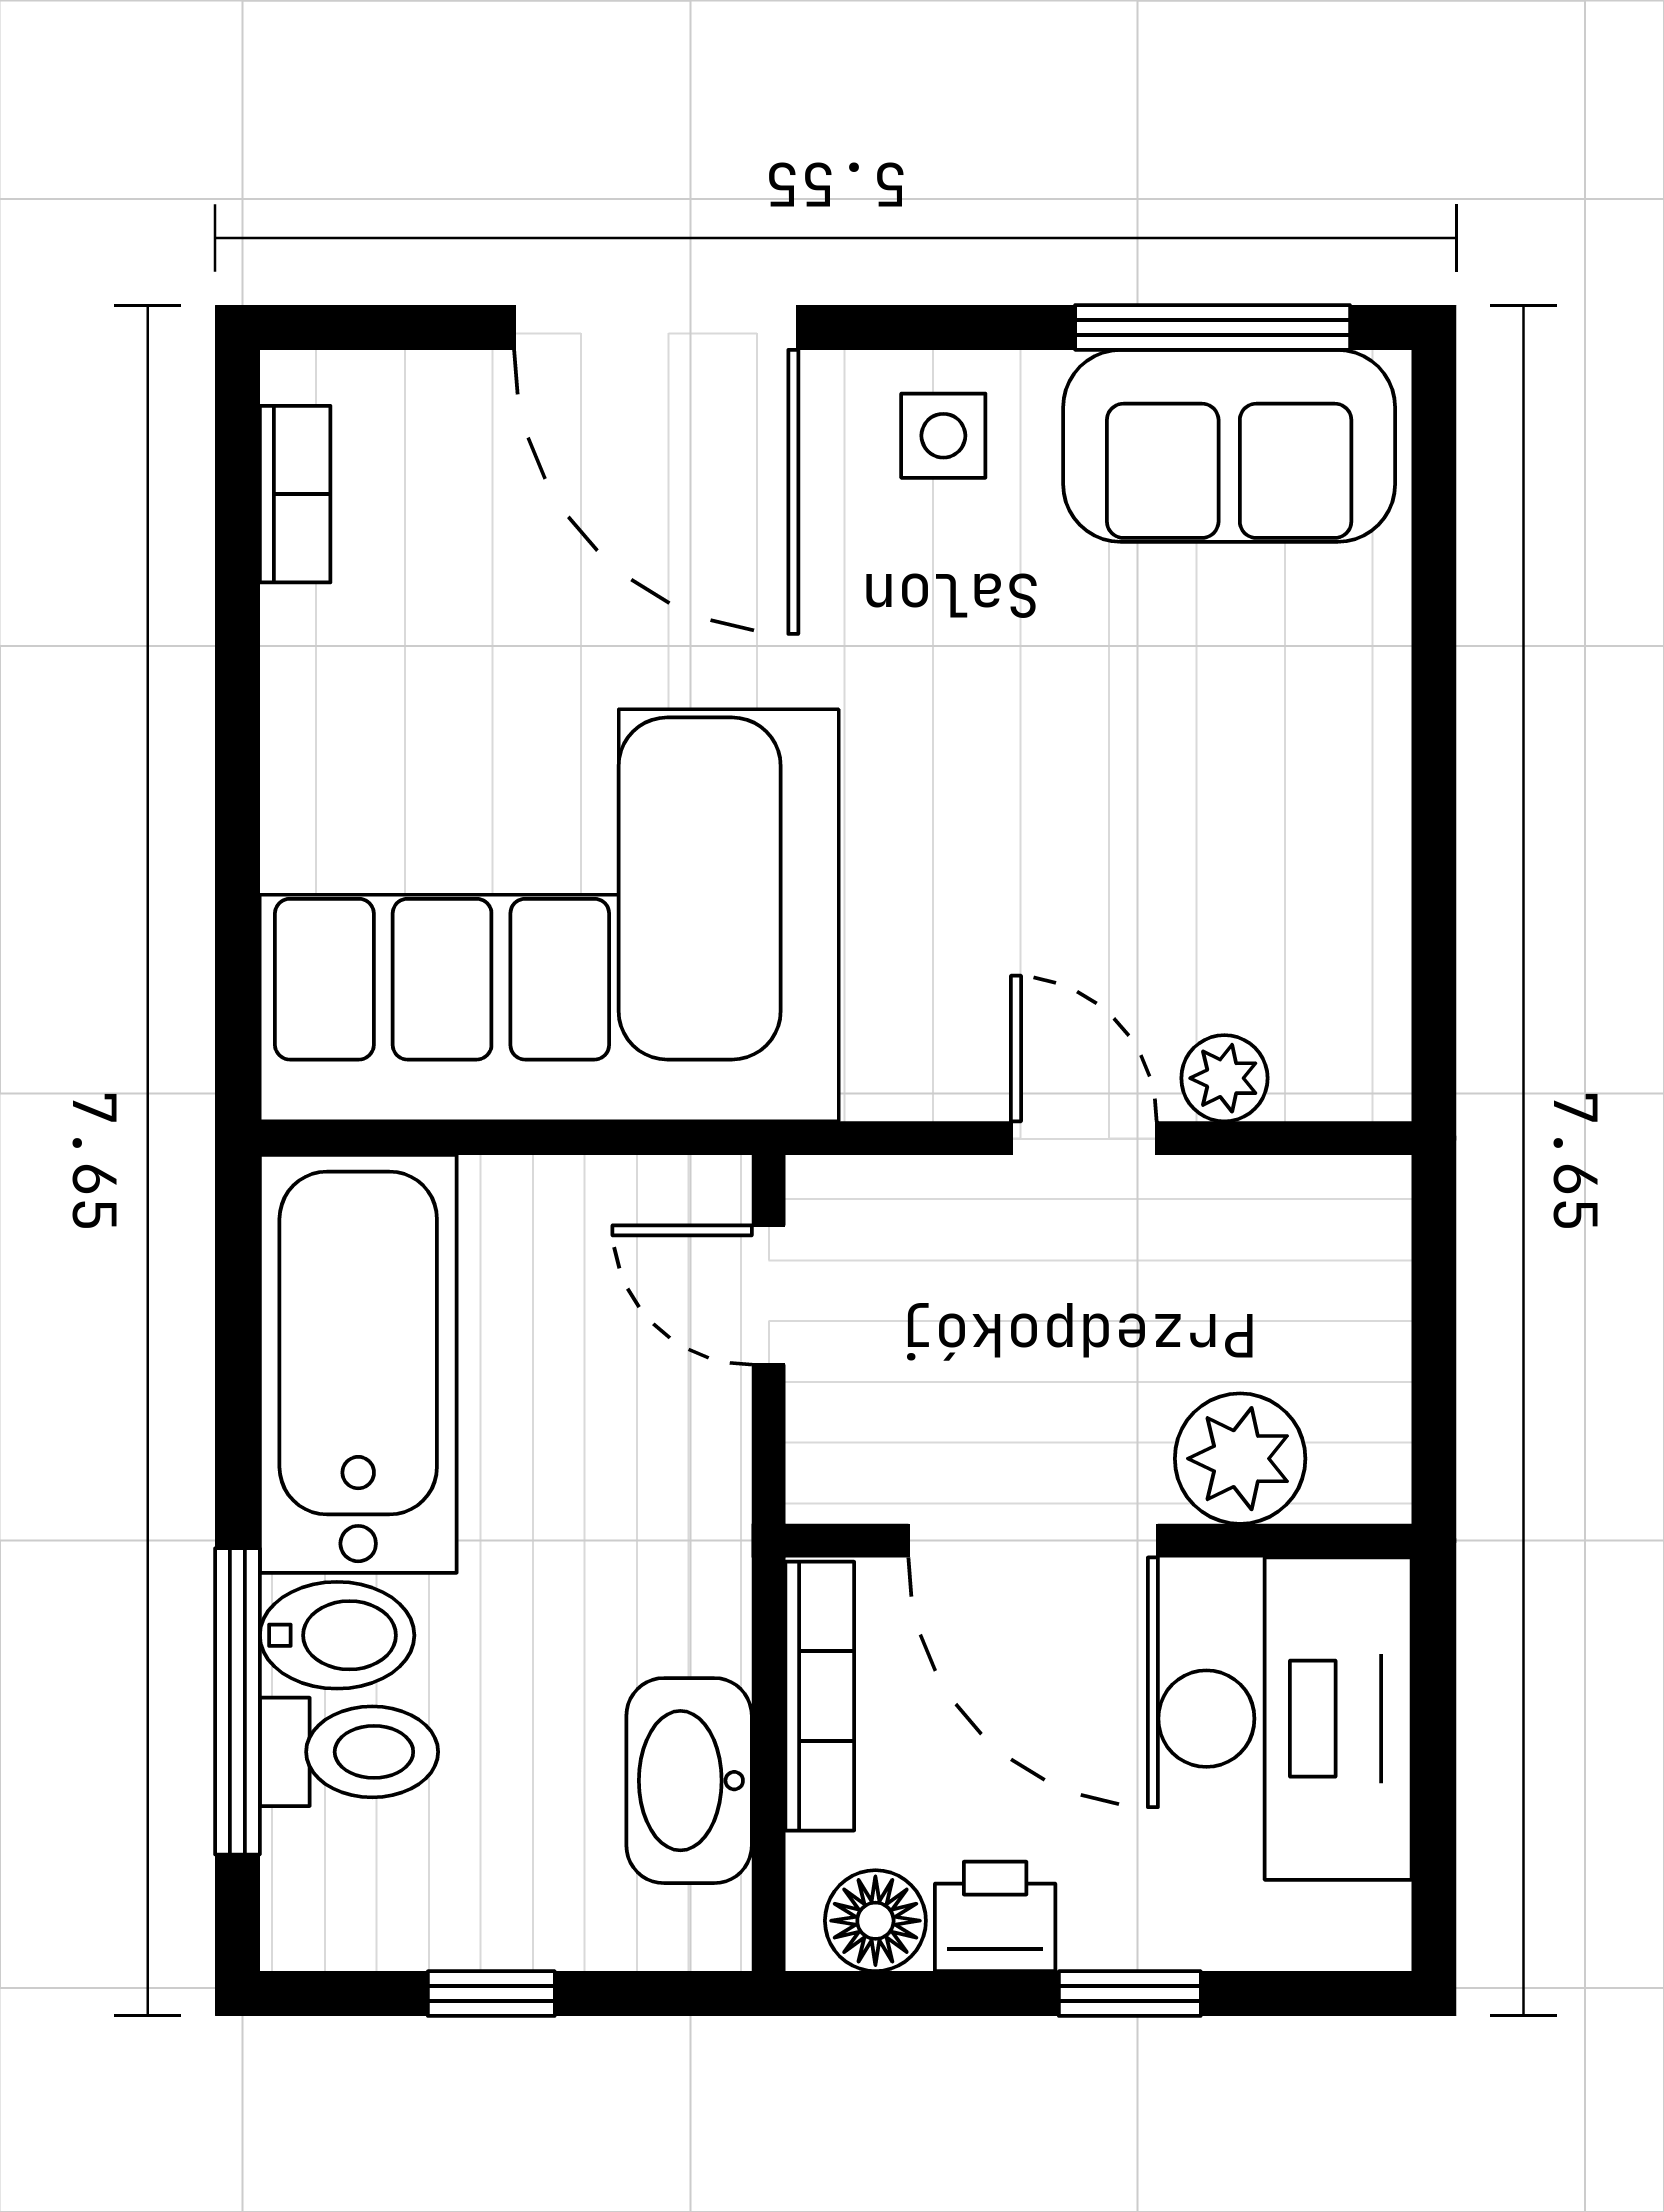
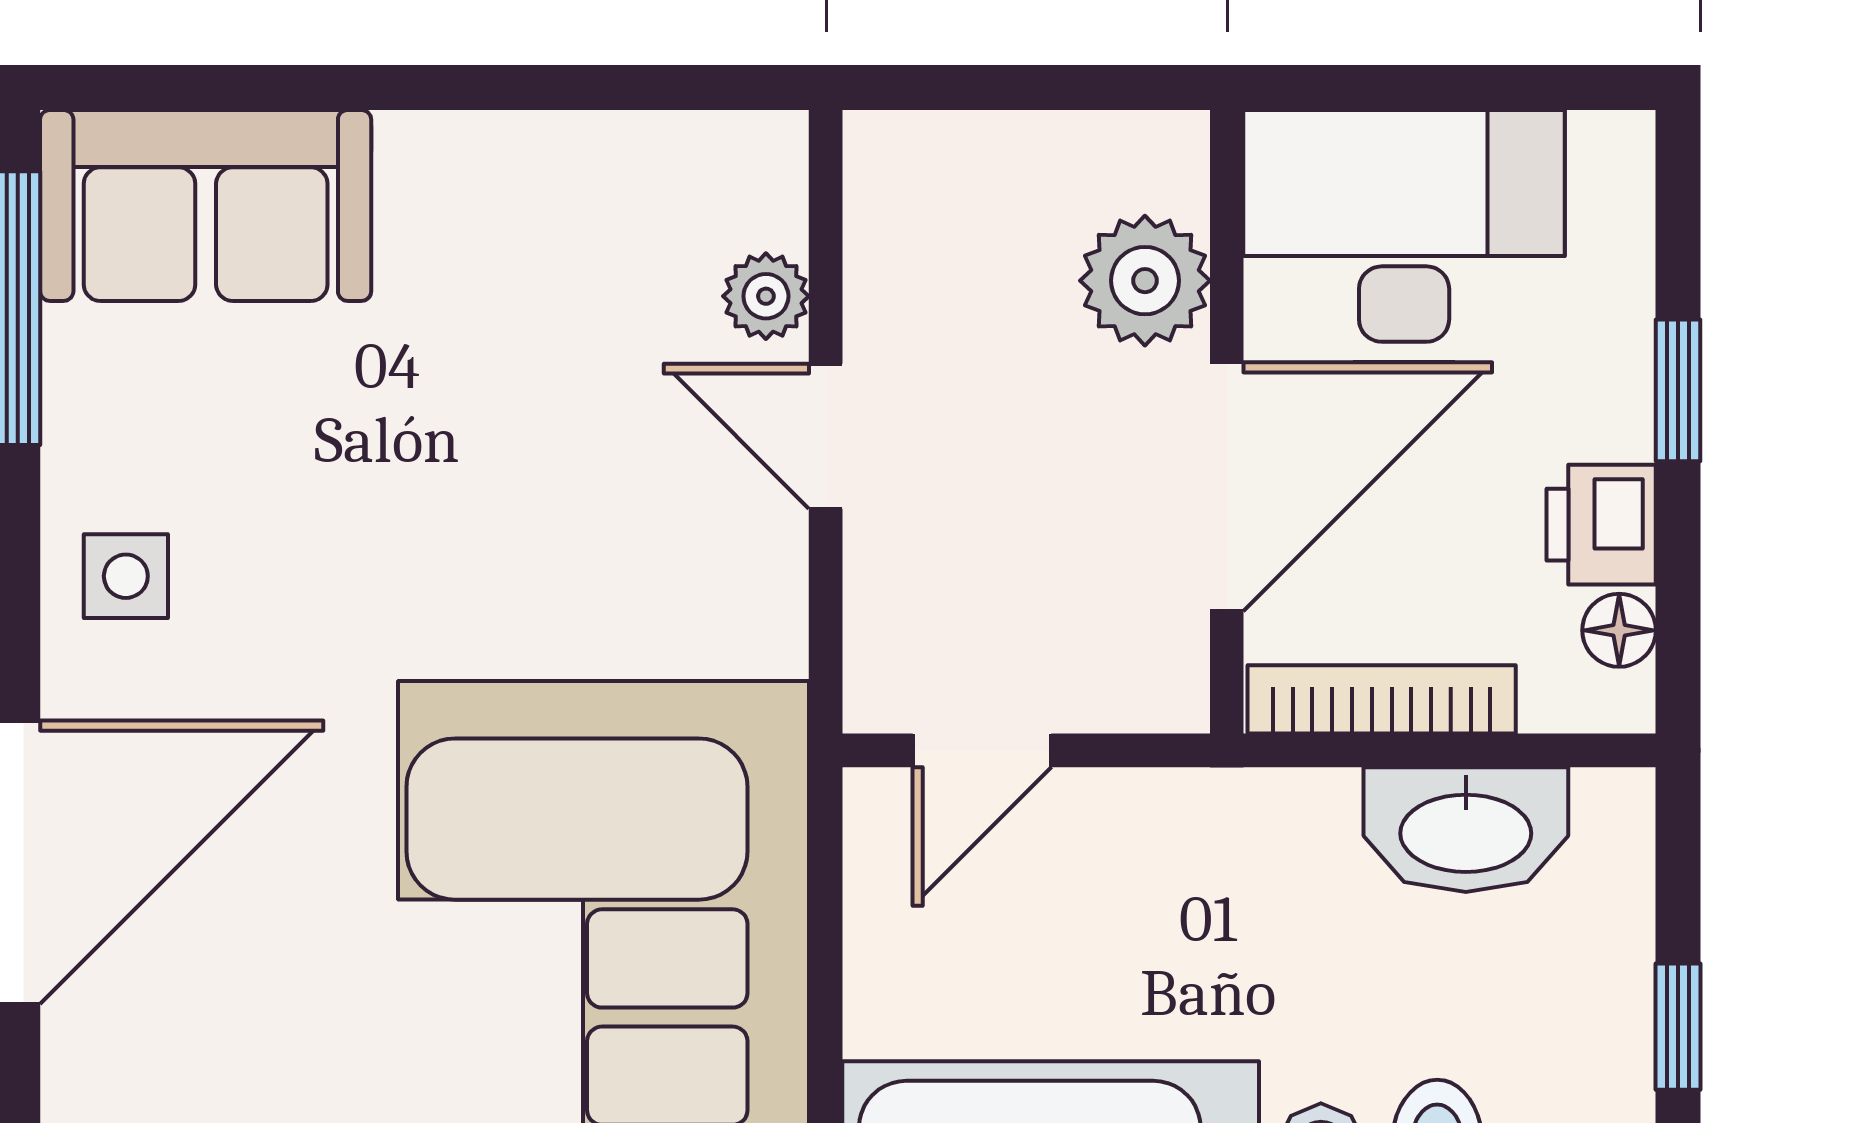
sofa: (1229, 446) -> (206, 205), moved, turned 90
door: (1084, 1138) -> (826, 436), hinge flipped
floor lamp: (875, 1921) -> (1619, 630), width x0.73, depth x0.73

